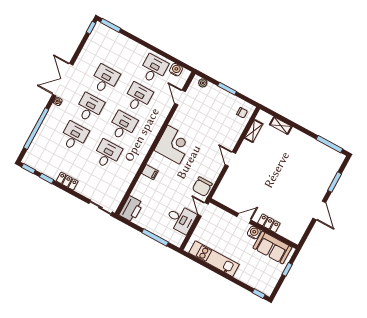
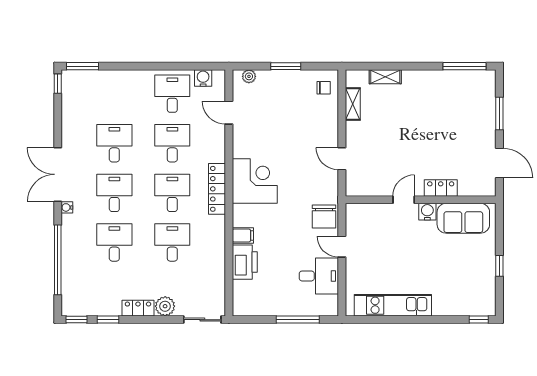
locker: (150, 137) -> (217, 189), added
plant: (83, 189) -> (165, 306), added
printer: (131, 209) -> (245, 262), moved
door: (244, 218) -> (404, 200), moved
locker: (269, 223) -> (441, 188), moved
wall: (254, 224) -> (421, 200), moved
water cooler: (254, 233) -> (427, 212), moved
sofa: (272, 248) -> (463, 218), moved

